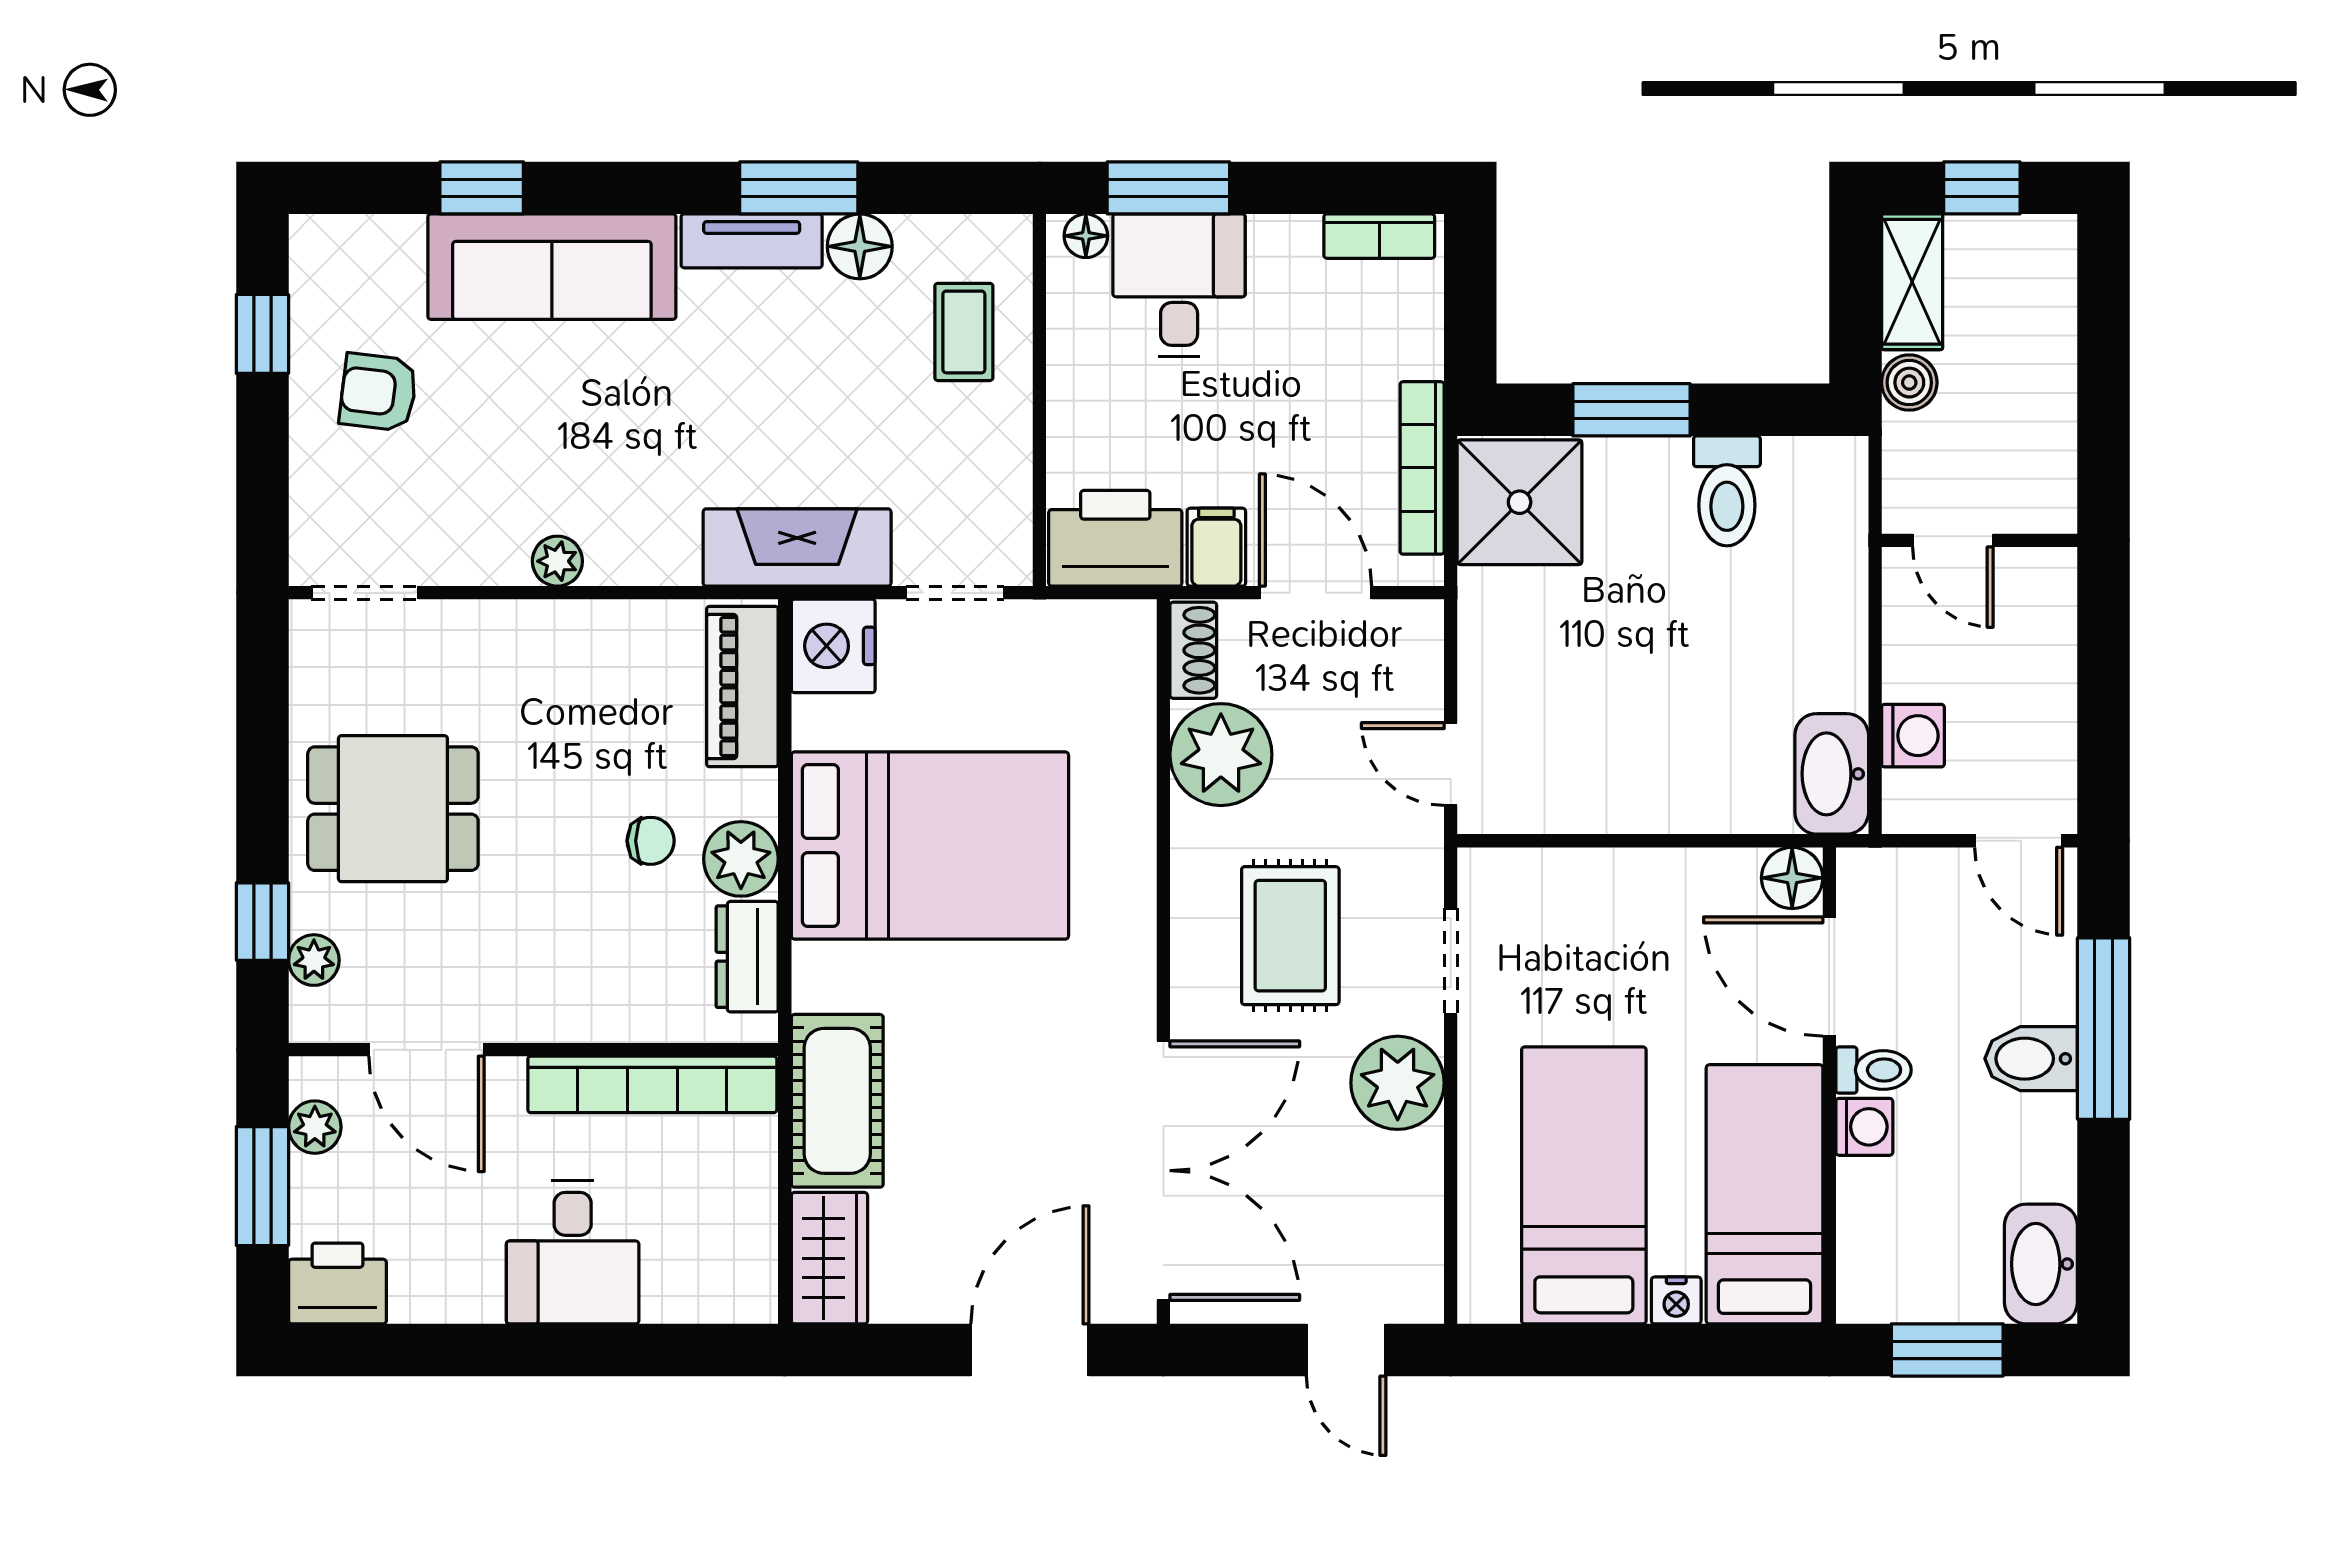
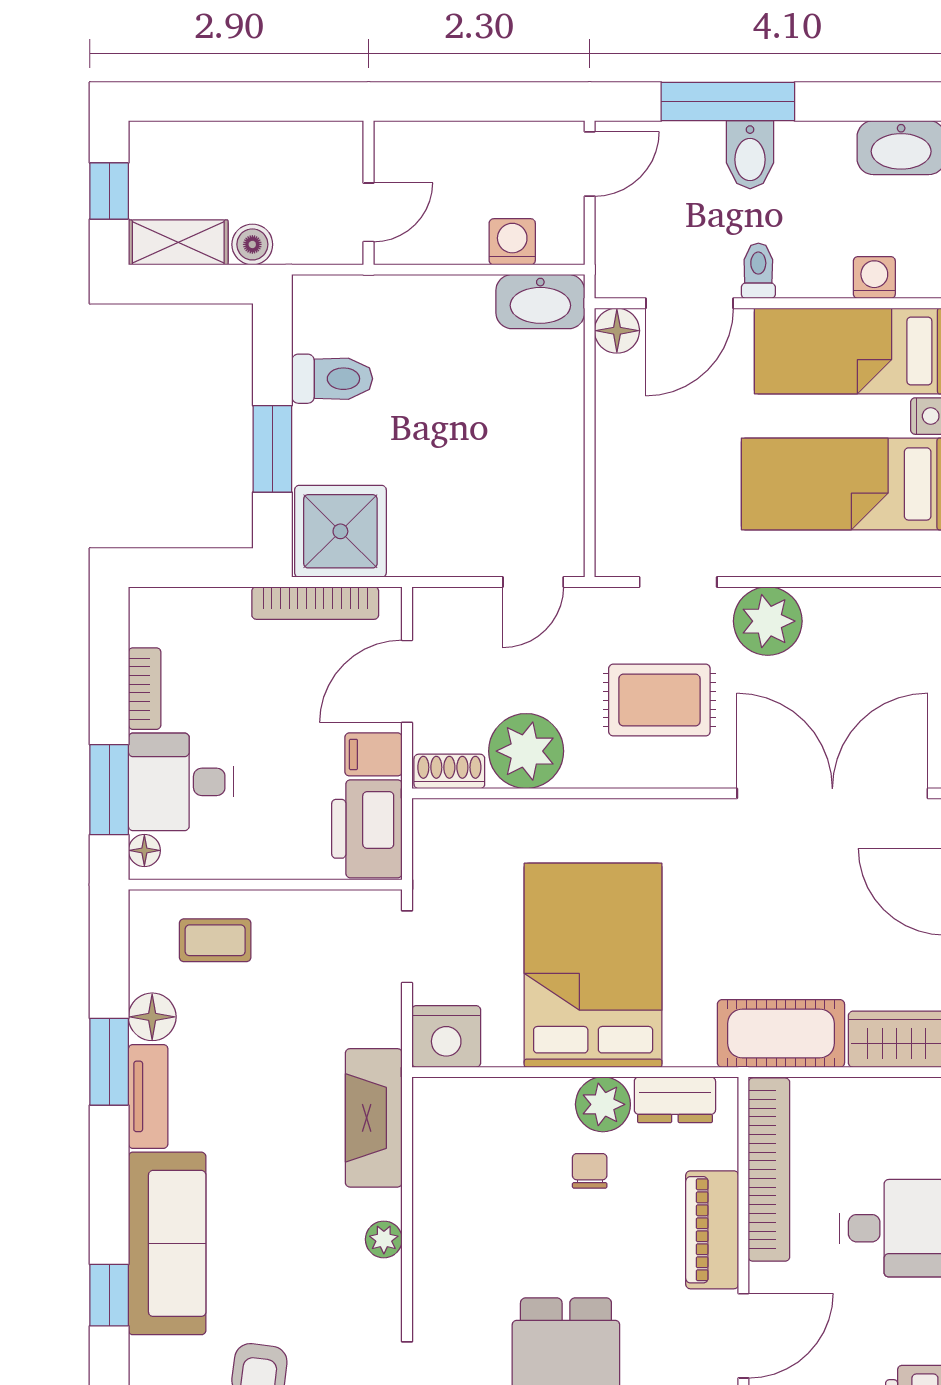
bookcase: (1379, 236) -> (145, 689), moved
fireplace: (797, 547) -> (374, 1118), moved
piano: (742, 687) -> (712, 1230), moved, turned 90
washing machine: (1864, 1127) -> (874, 278), moved

